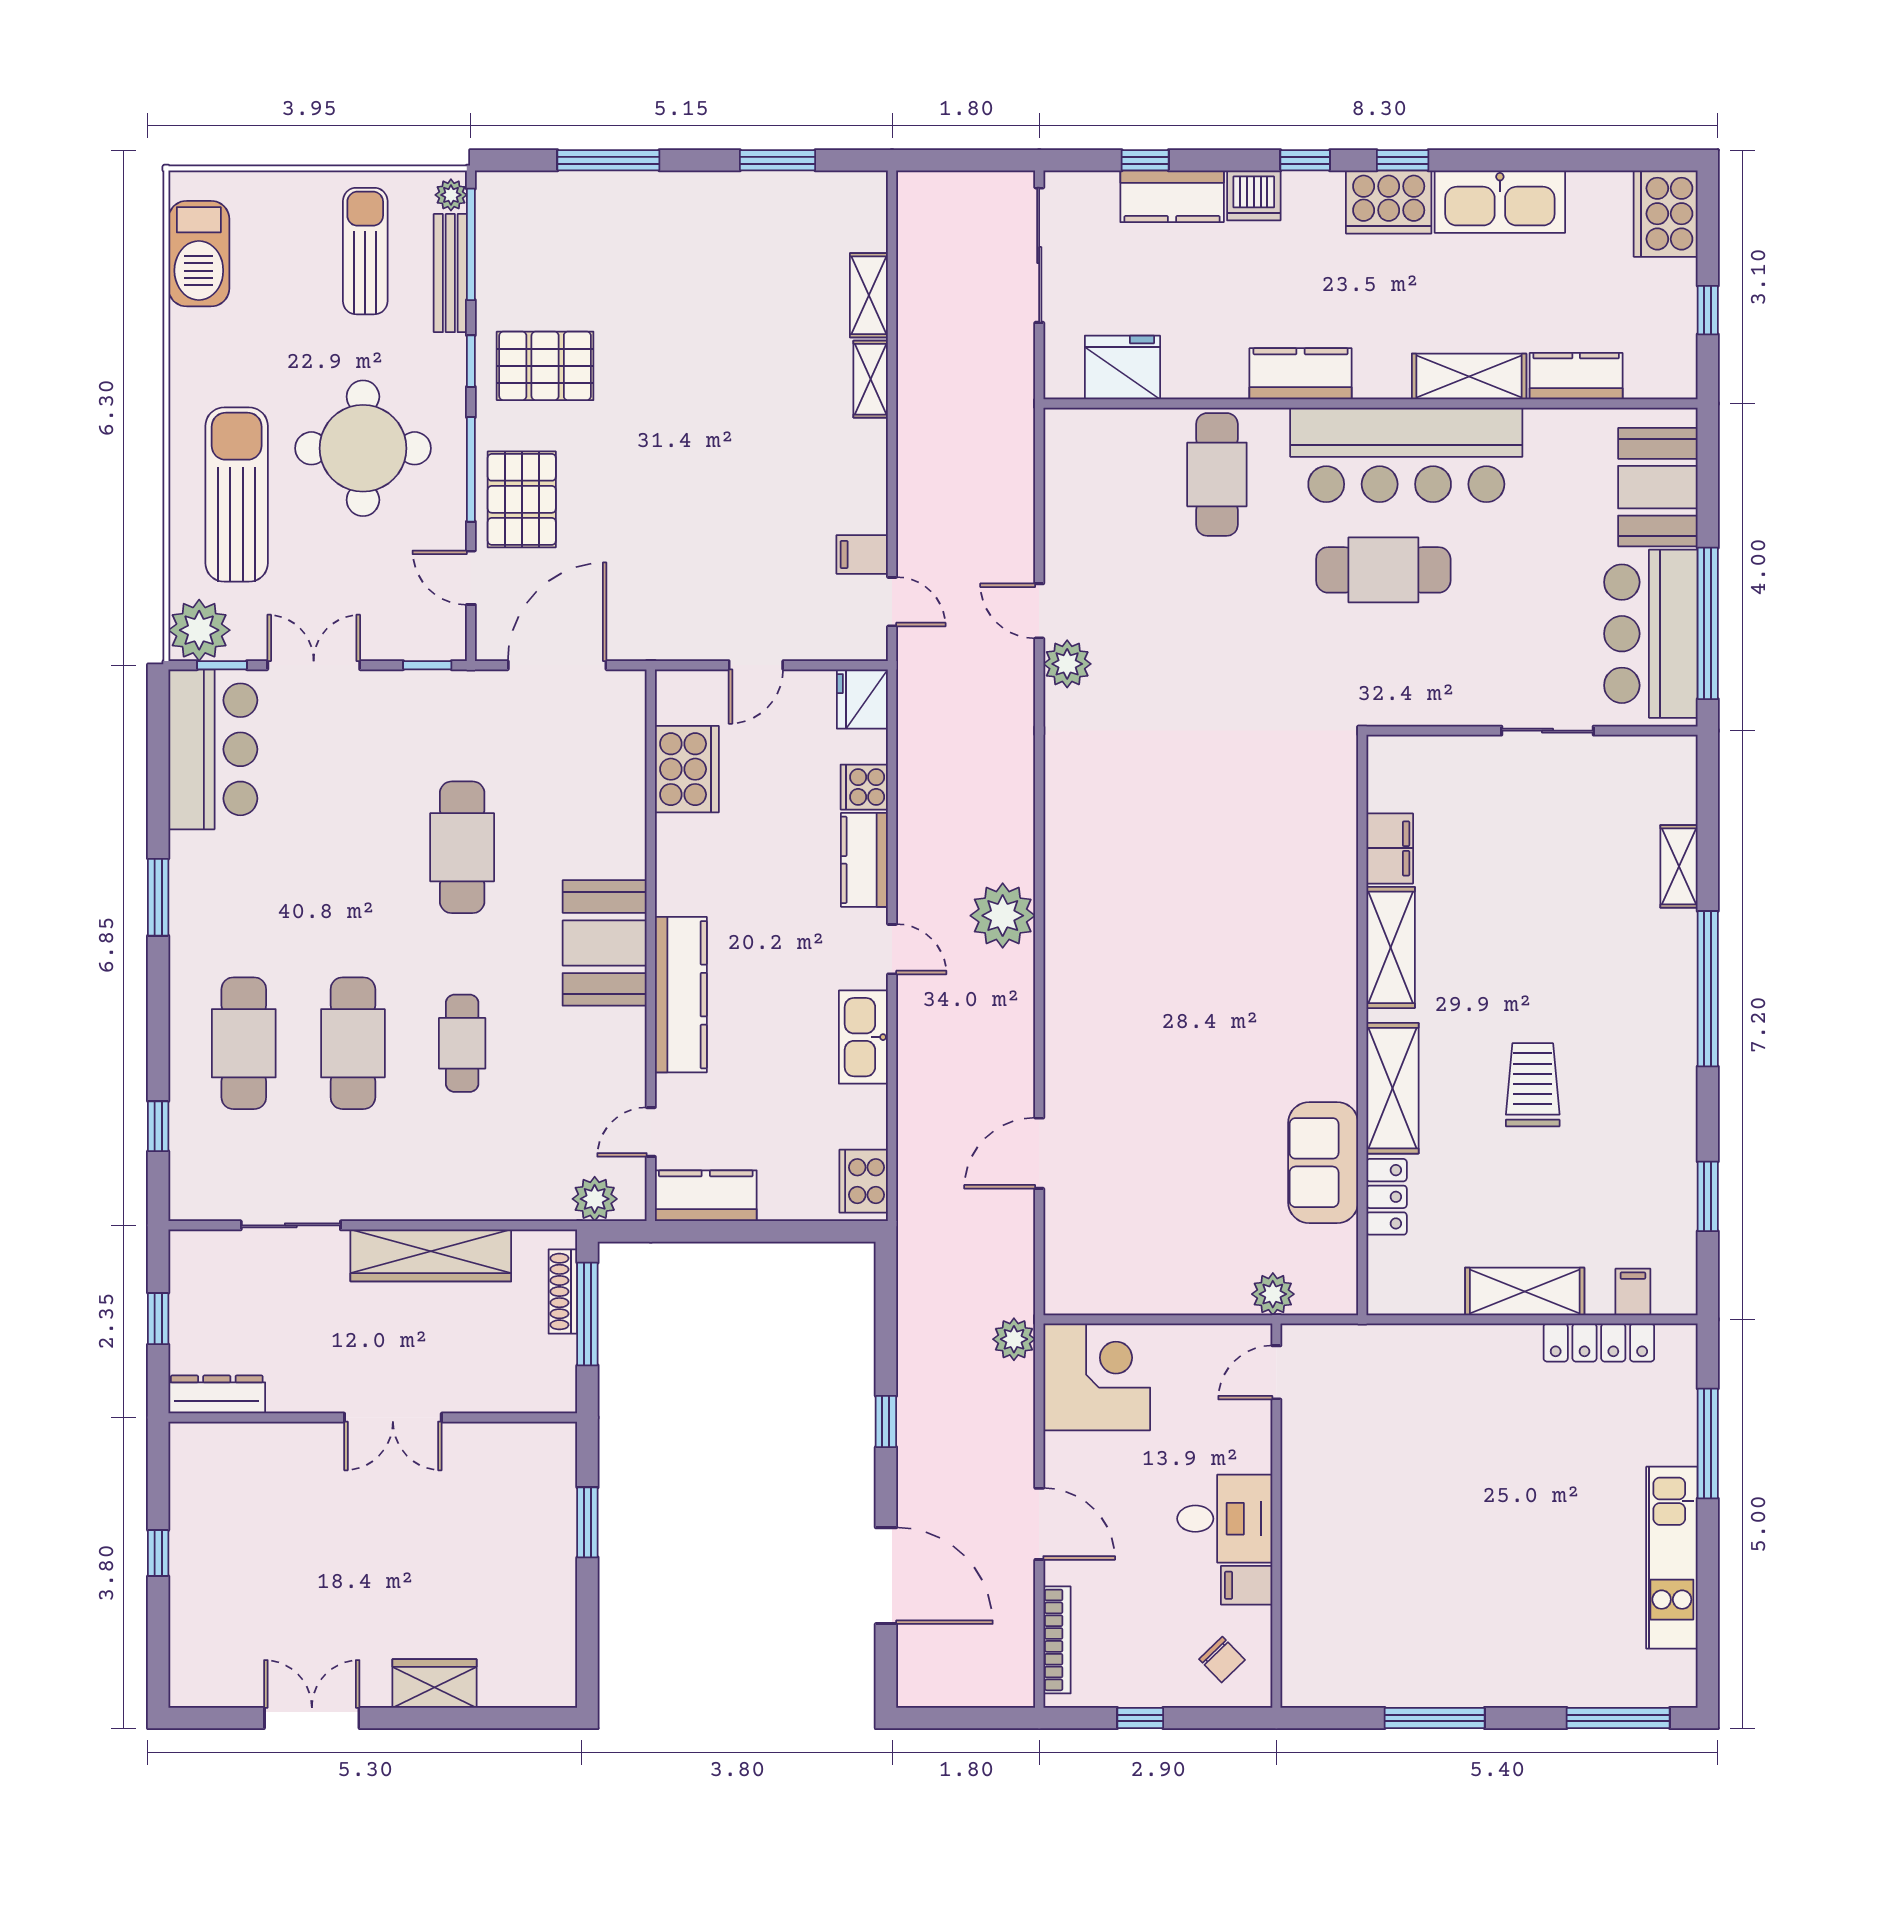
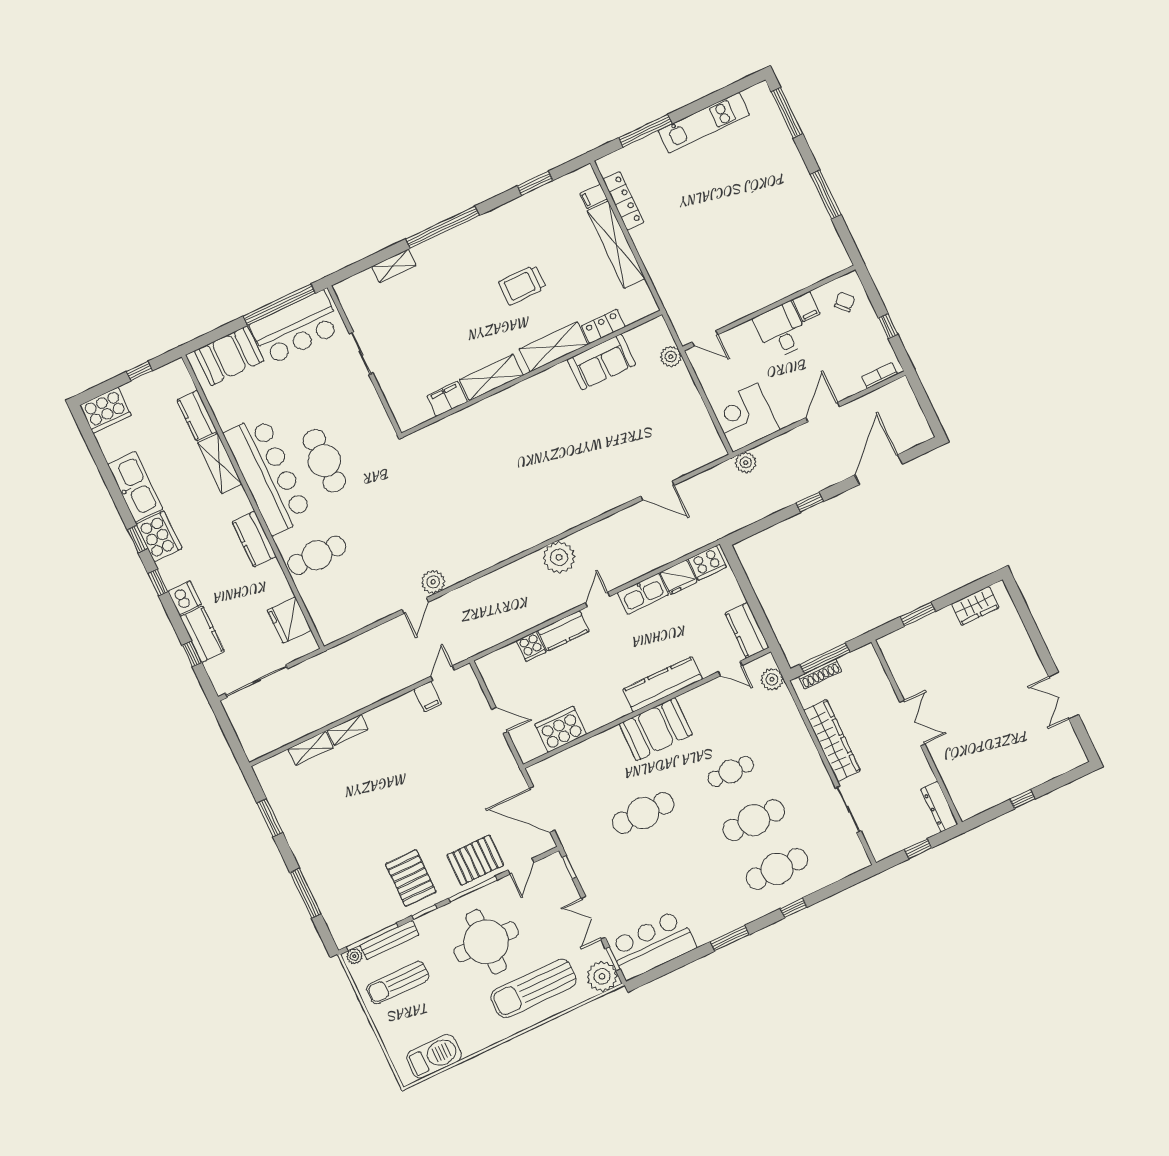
fridge: (862, 699) -> (679, 577), moved
window: (158, 1126) -> (794, 908), moved
shelving: (1525, 1291) -> (616, 245), width x1.47
bookcase: (1057, 1640) -> (879, 375), width x0.64
wardrobe: (435, 1683) -> (975, 606), moved, turned -90

